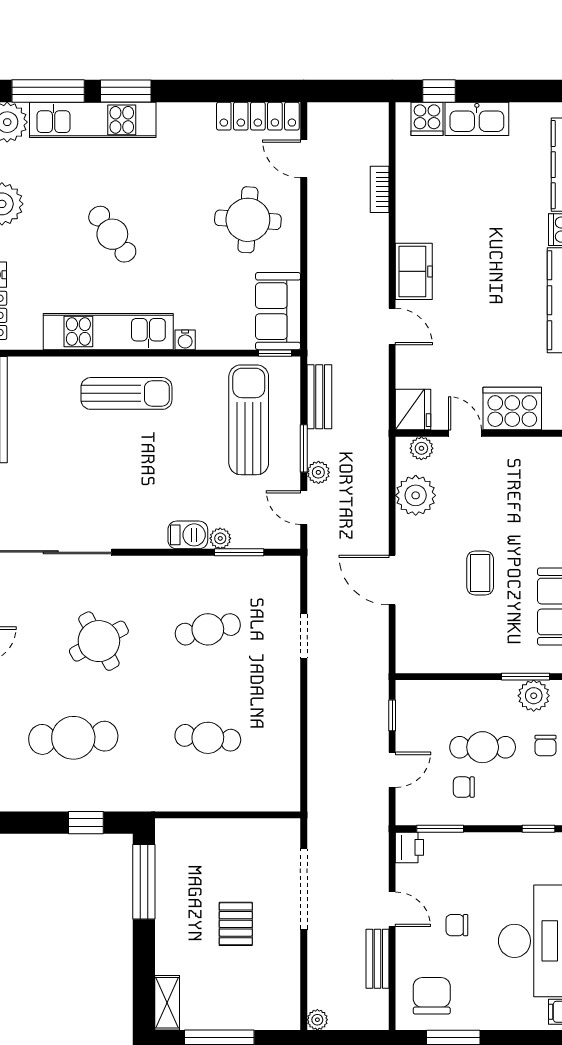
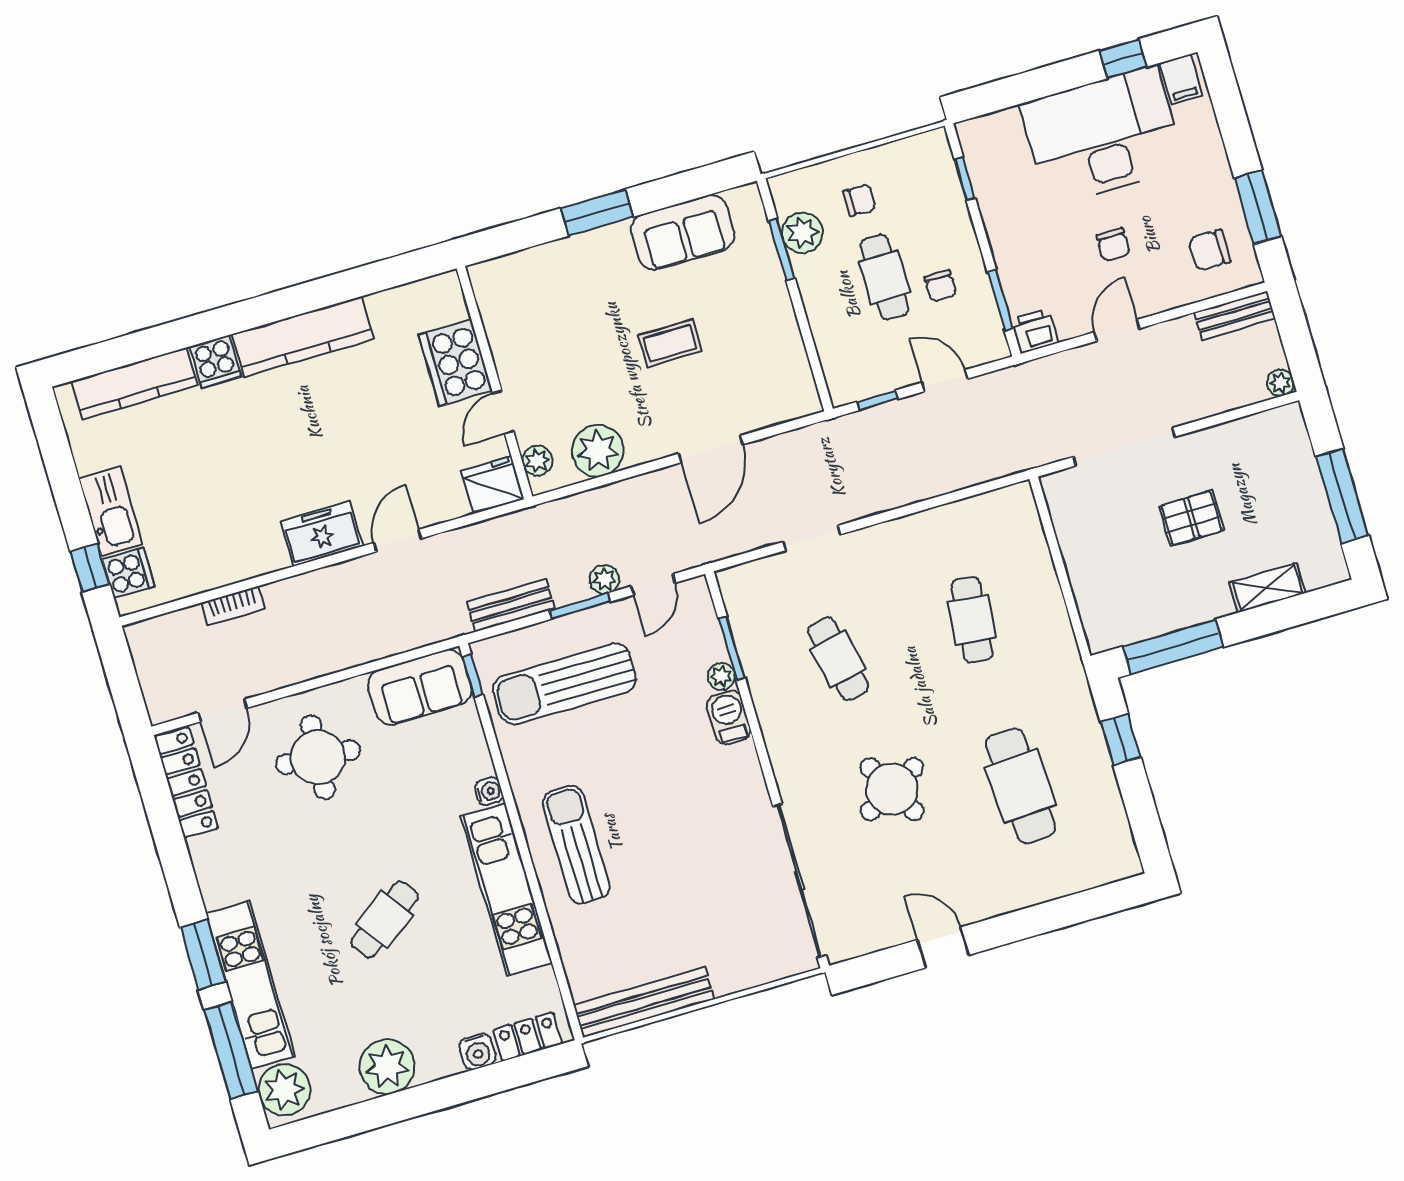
bench: (378, 959) -> (1235, 315), moved
chair: (432, 996) -> (1210, 250), width x0.73, depth x0.73
shelving: (167, 1003) -> (1267, 588), moved

